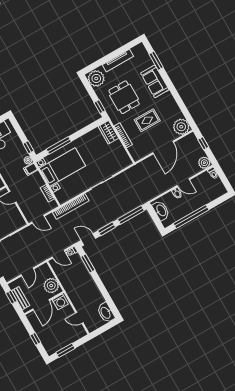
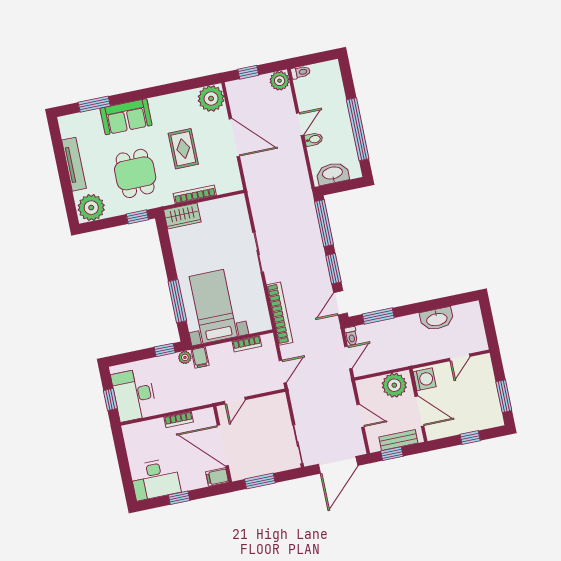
dining table: (124, 97) -> (135, 173), turned 90
washbasin: (106, 313) -> (437, 319), moved

